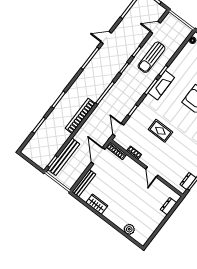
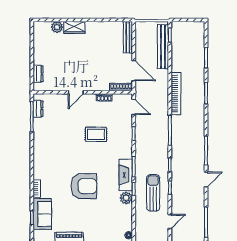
plant: (174, 68) -> (126, 198), added
door: (152, 172) -> (76, 92), swing flipped
wardrobe: (97, 204) -> (74, 27), moved

